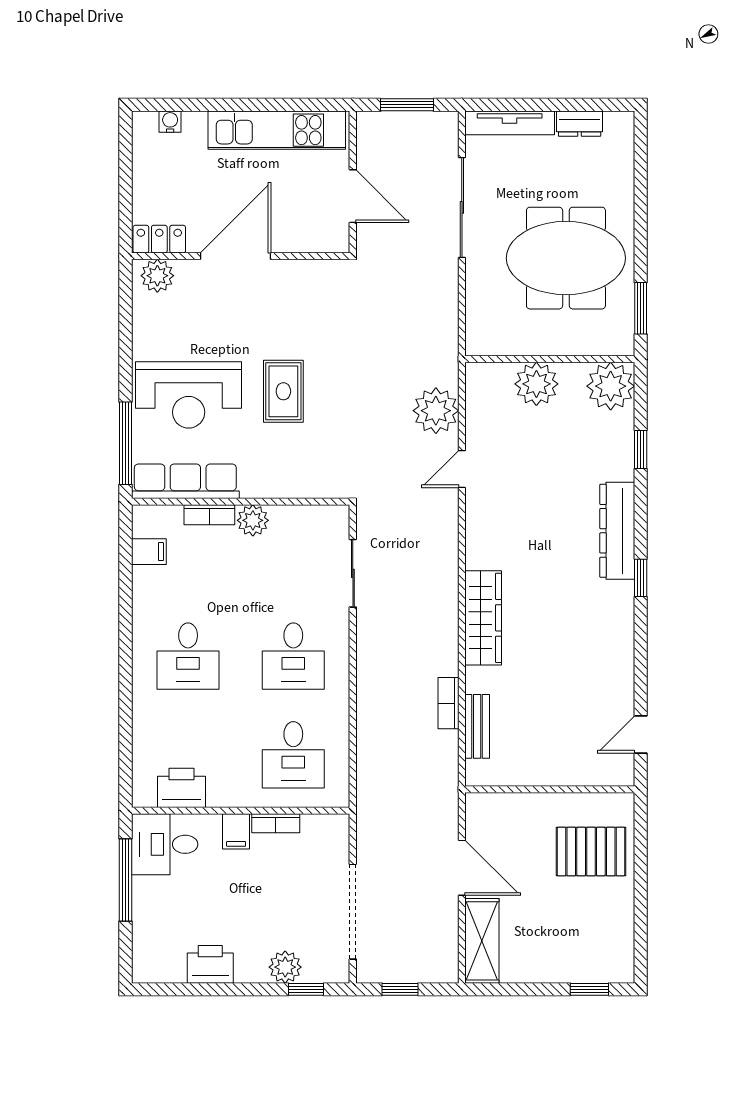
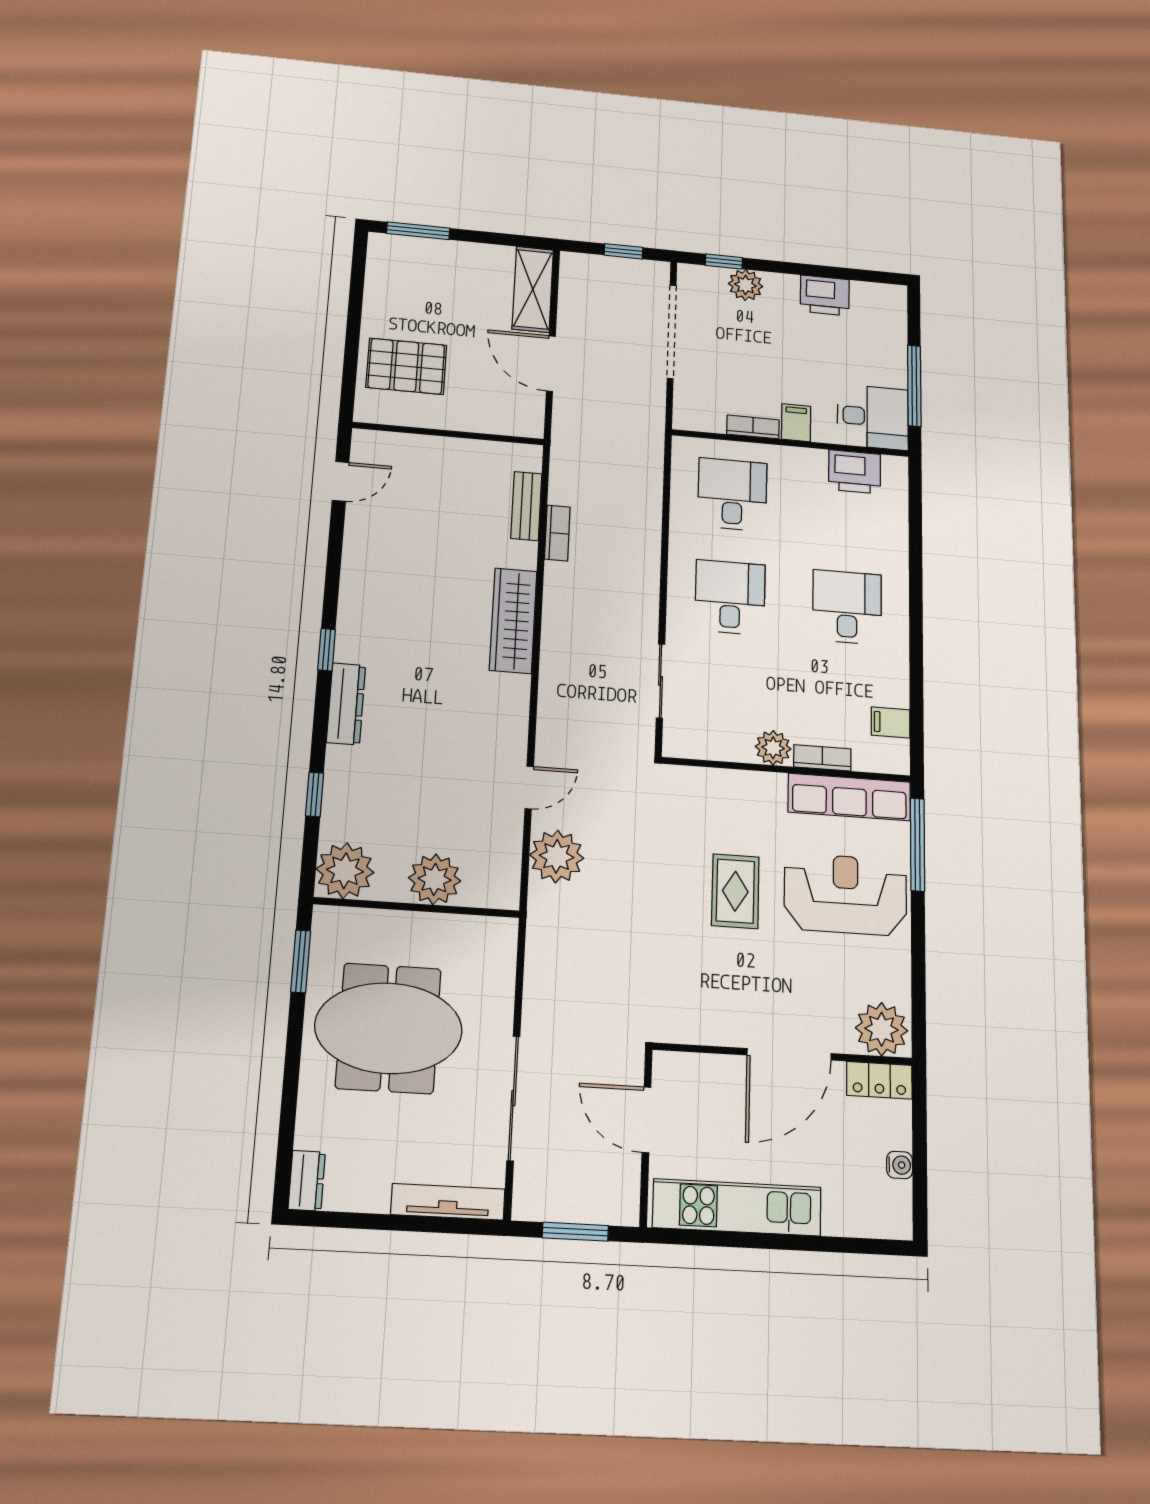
water cooler: (170, 122) -> (900, 1165), moved, turned -90
dresser: (580, 124) -> (307, 1181), moved, turned 90
plant: (157, 276) -> (882, 1029), width x1.36, depth x1.36
dresser: (617, 531) -> (346, 704), width x0.73, depth x0.80
window: (589, 989) -> (418, 231), width x1.50

